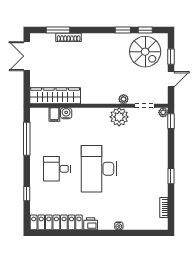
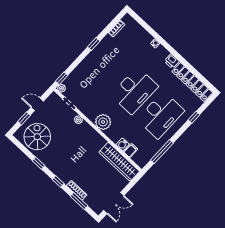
window: (145, 30) -> (58, 182), moved
plant: (119, 117) -> (103, 122), moved
desk: (57, 169) -> (161, 115), width x1.87, depth x1.30

